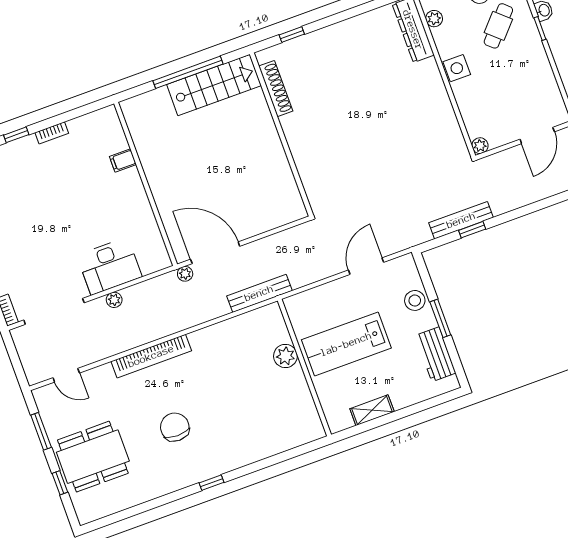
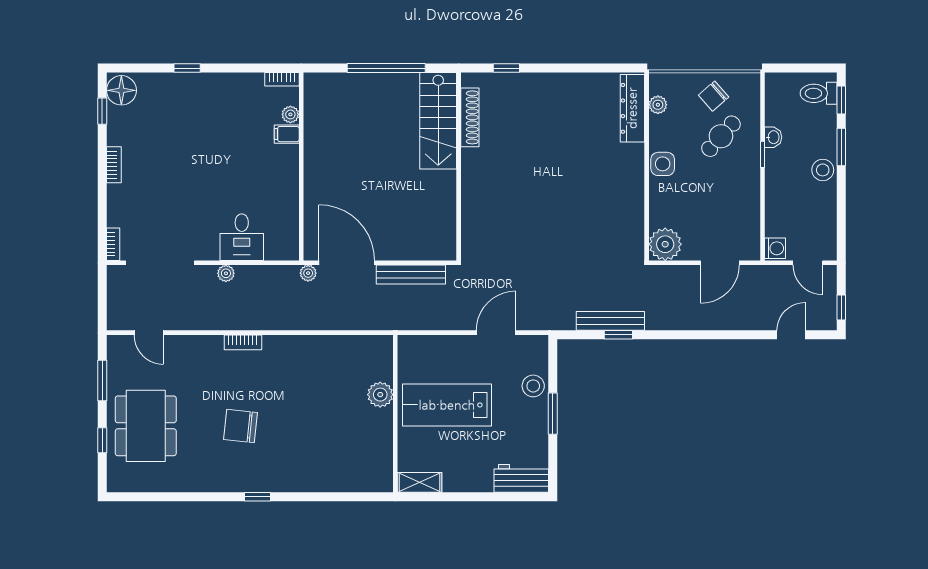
stairs: (214, 85) -> (438, 121), moved, turned 90
bookcase: (52, 133) -> (282, 79), moved
plant: (120, 142) -> (290, 114), added
plant: (480, 146) -> (665, 244), width x1.87, depth x1.87
desk: (109, 266) -> (242, 237), width x0.73
bench: (259, 293) -> (411, 275), moved
workbench: (435, 354) -> (521, 478), moved, turned 90
bookcase: (151, 356) -> (243, 342), width x0.43, depth x0.76
shelving: (372, 410) -> (420, 482), moved
chair: (175, 427) -> (241, 426), turned -84
dining table: (93, 457) -> (146, 426), turned 90

